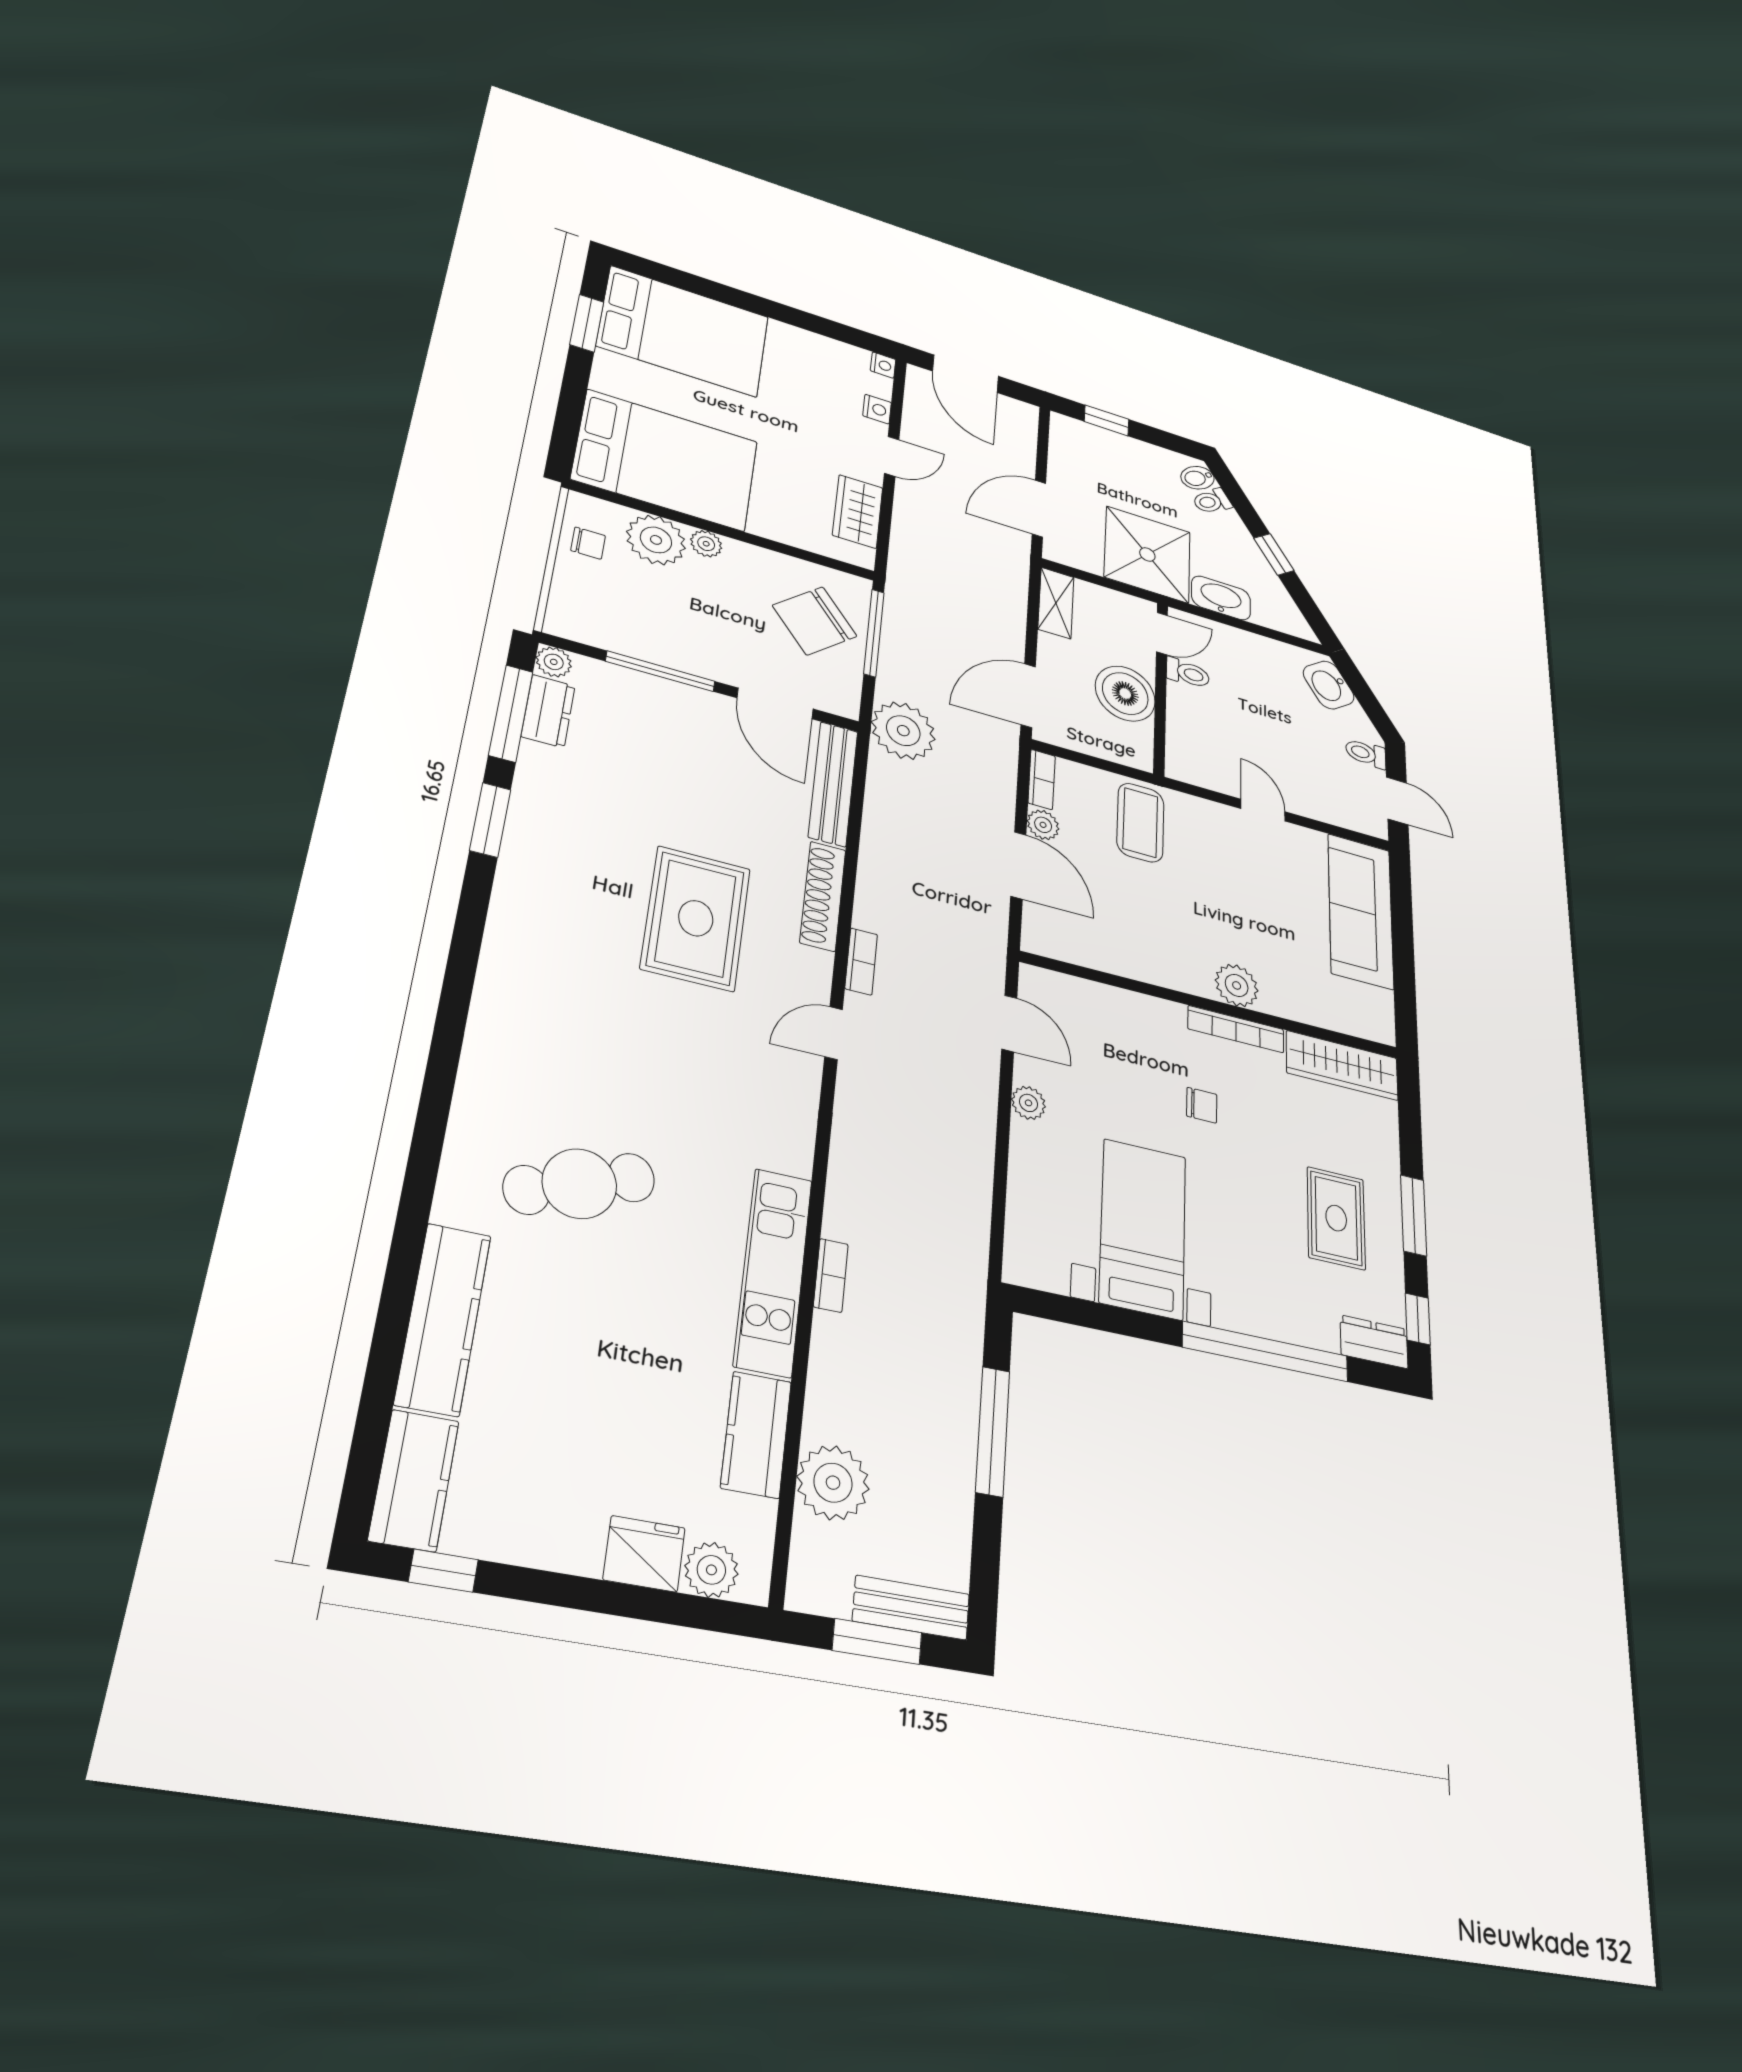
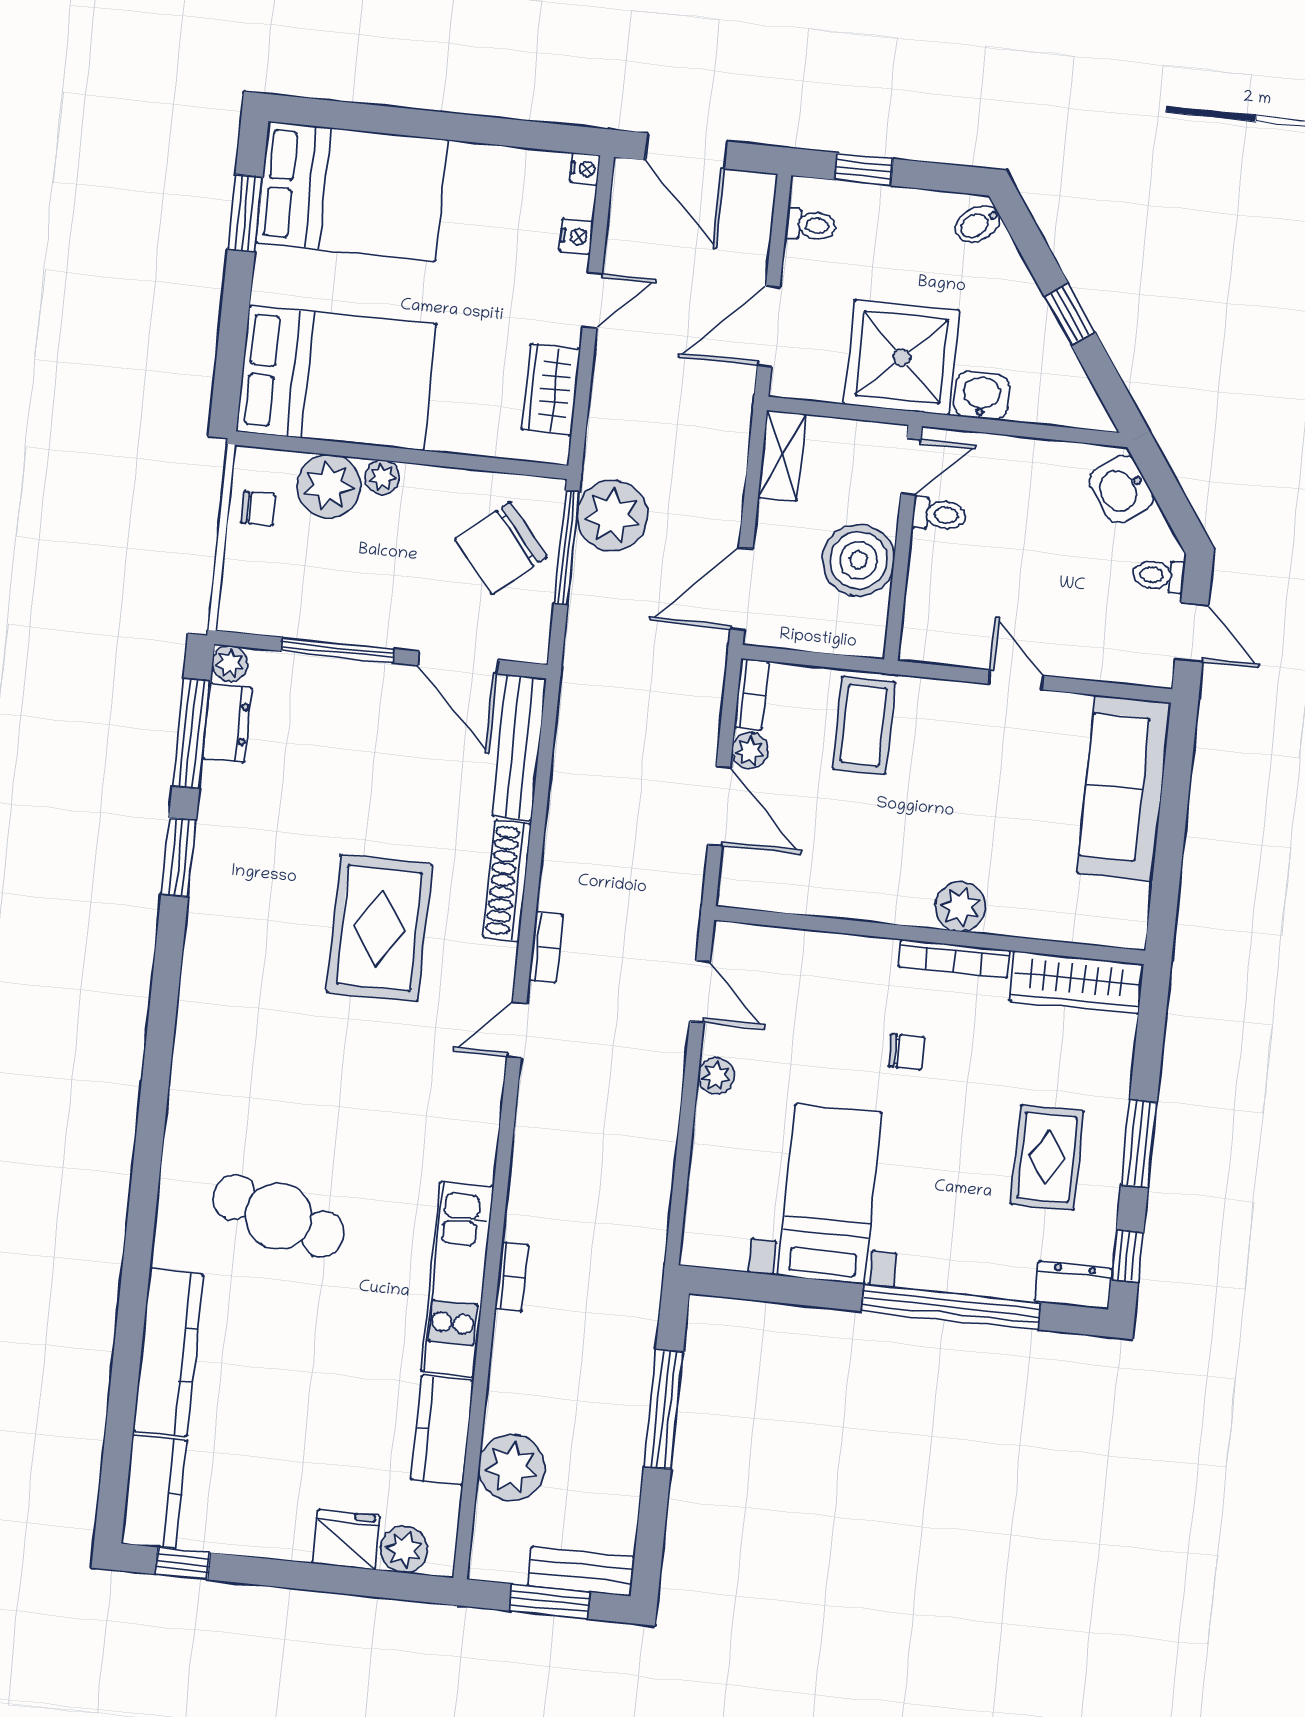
toilet: (1212, 501) -> (811, 225), moved, turned -145
washbasin: (1221, 598) -> (982, 396), width x0.72
plant: (903, 731) -> (612, 516), moved
cafe table: (579, 1184) -> (279, 1216), turned 37

